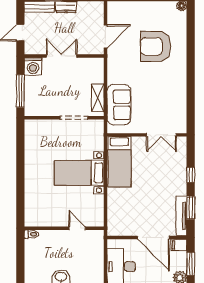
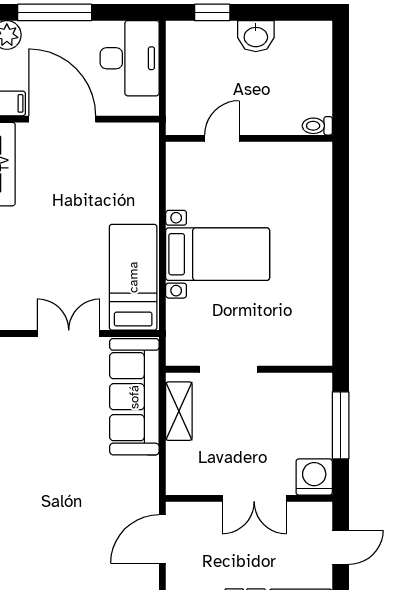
armchair: (156, 46) -> (58, 519), removed
sofa: (119, 105) -> (134, 397), width x1.36
double door: (161, 135) -> (69, 333), moved
door: (77, 228) -> (222, 138), swing flipped

